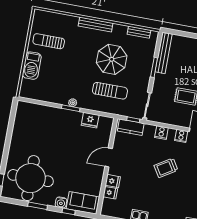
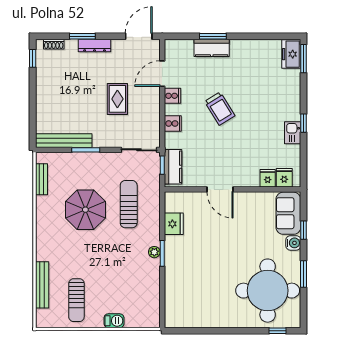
bench: (96, 25) -> (42, 285), moved
barbecue: (32, 66) -> (114, 321), width x0.53, depth x0.65
fridge: (113, 181) -> (284, 178), moved

